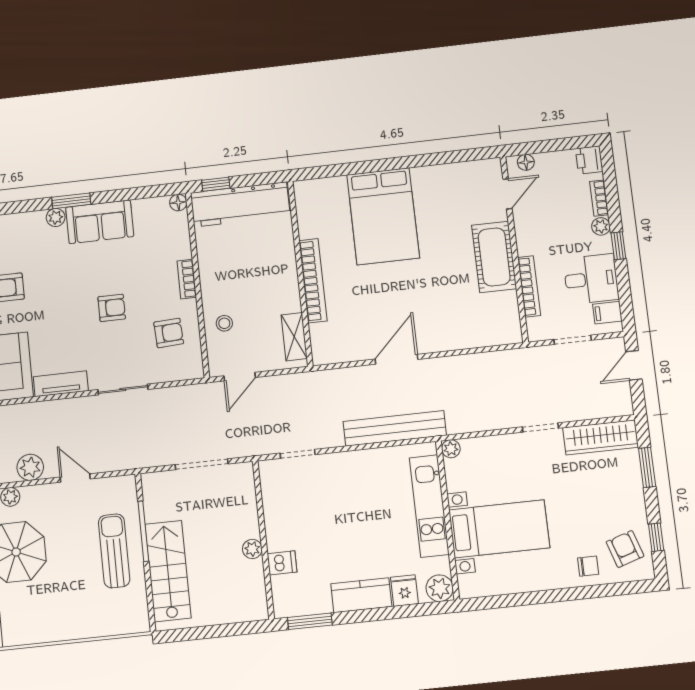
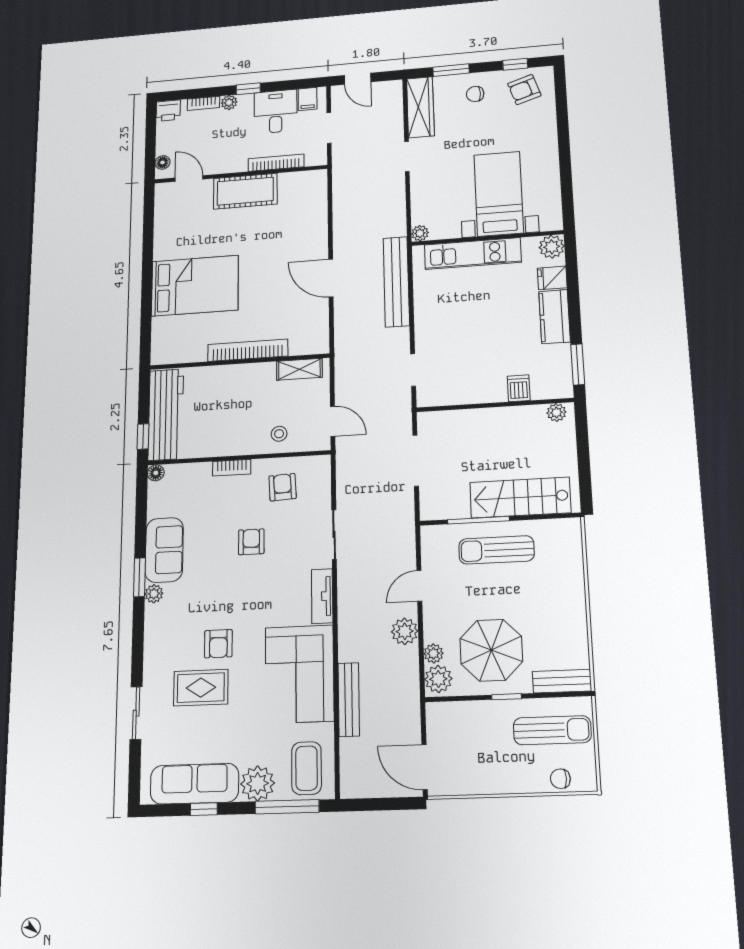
plant: (252, 549) -> (556, 412), moved
chair: (588, 566) -> (475, 94), moved, turned -90

